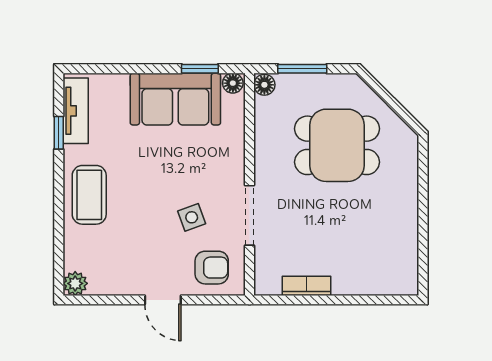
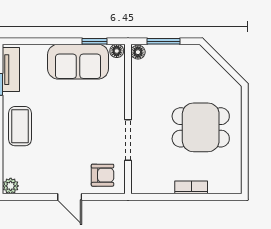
dining table: (337, 145) -> (201, 127), moved
side table: (192, 217) -> (89, 141), removed
bookcase: (306, 286) -> (191, 187), moved

